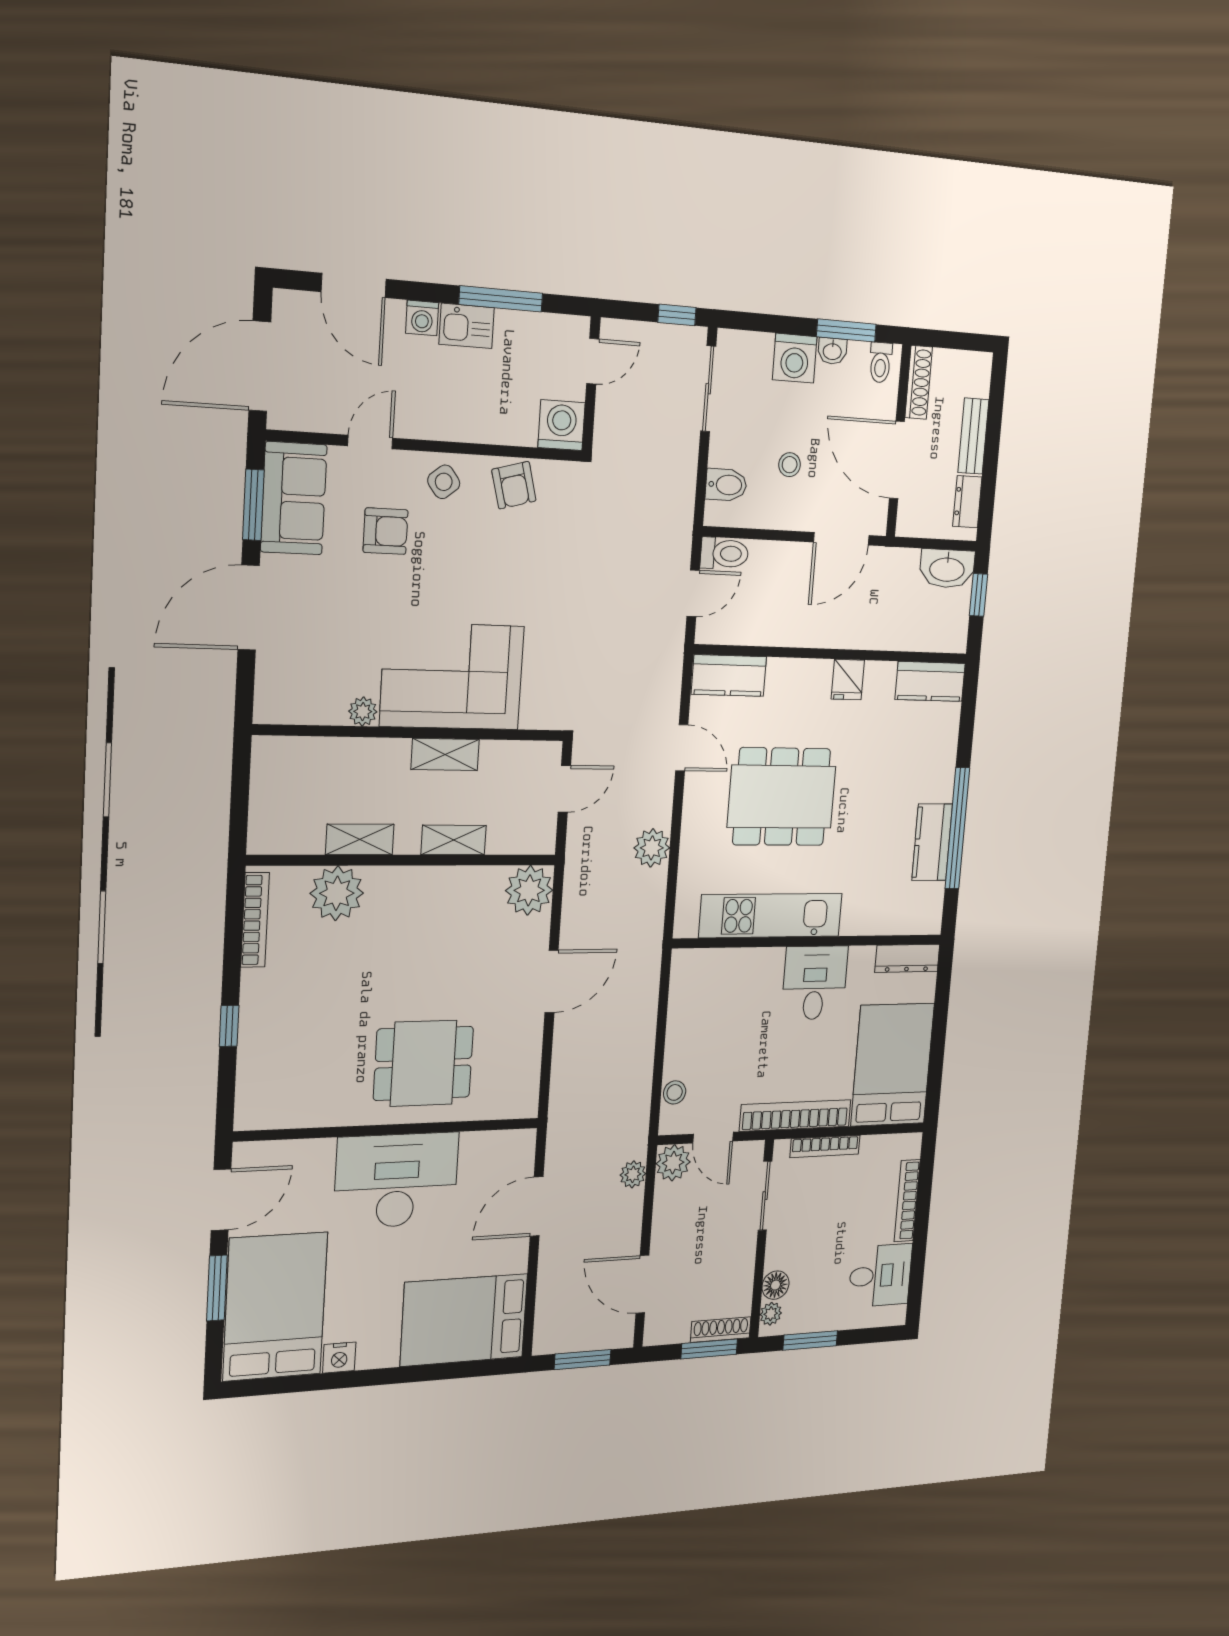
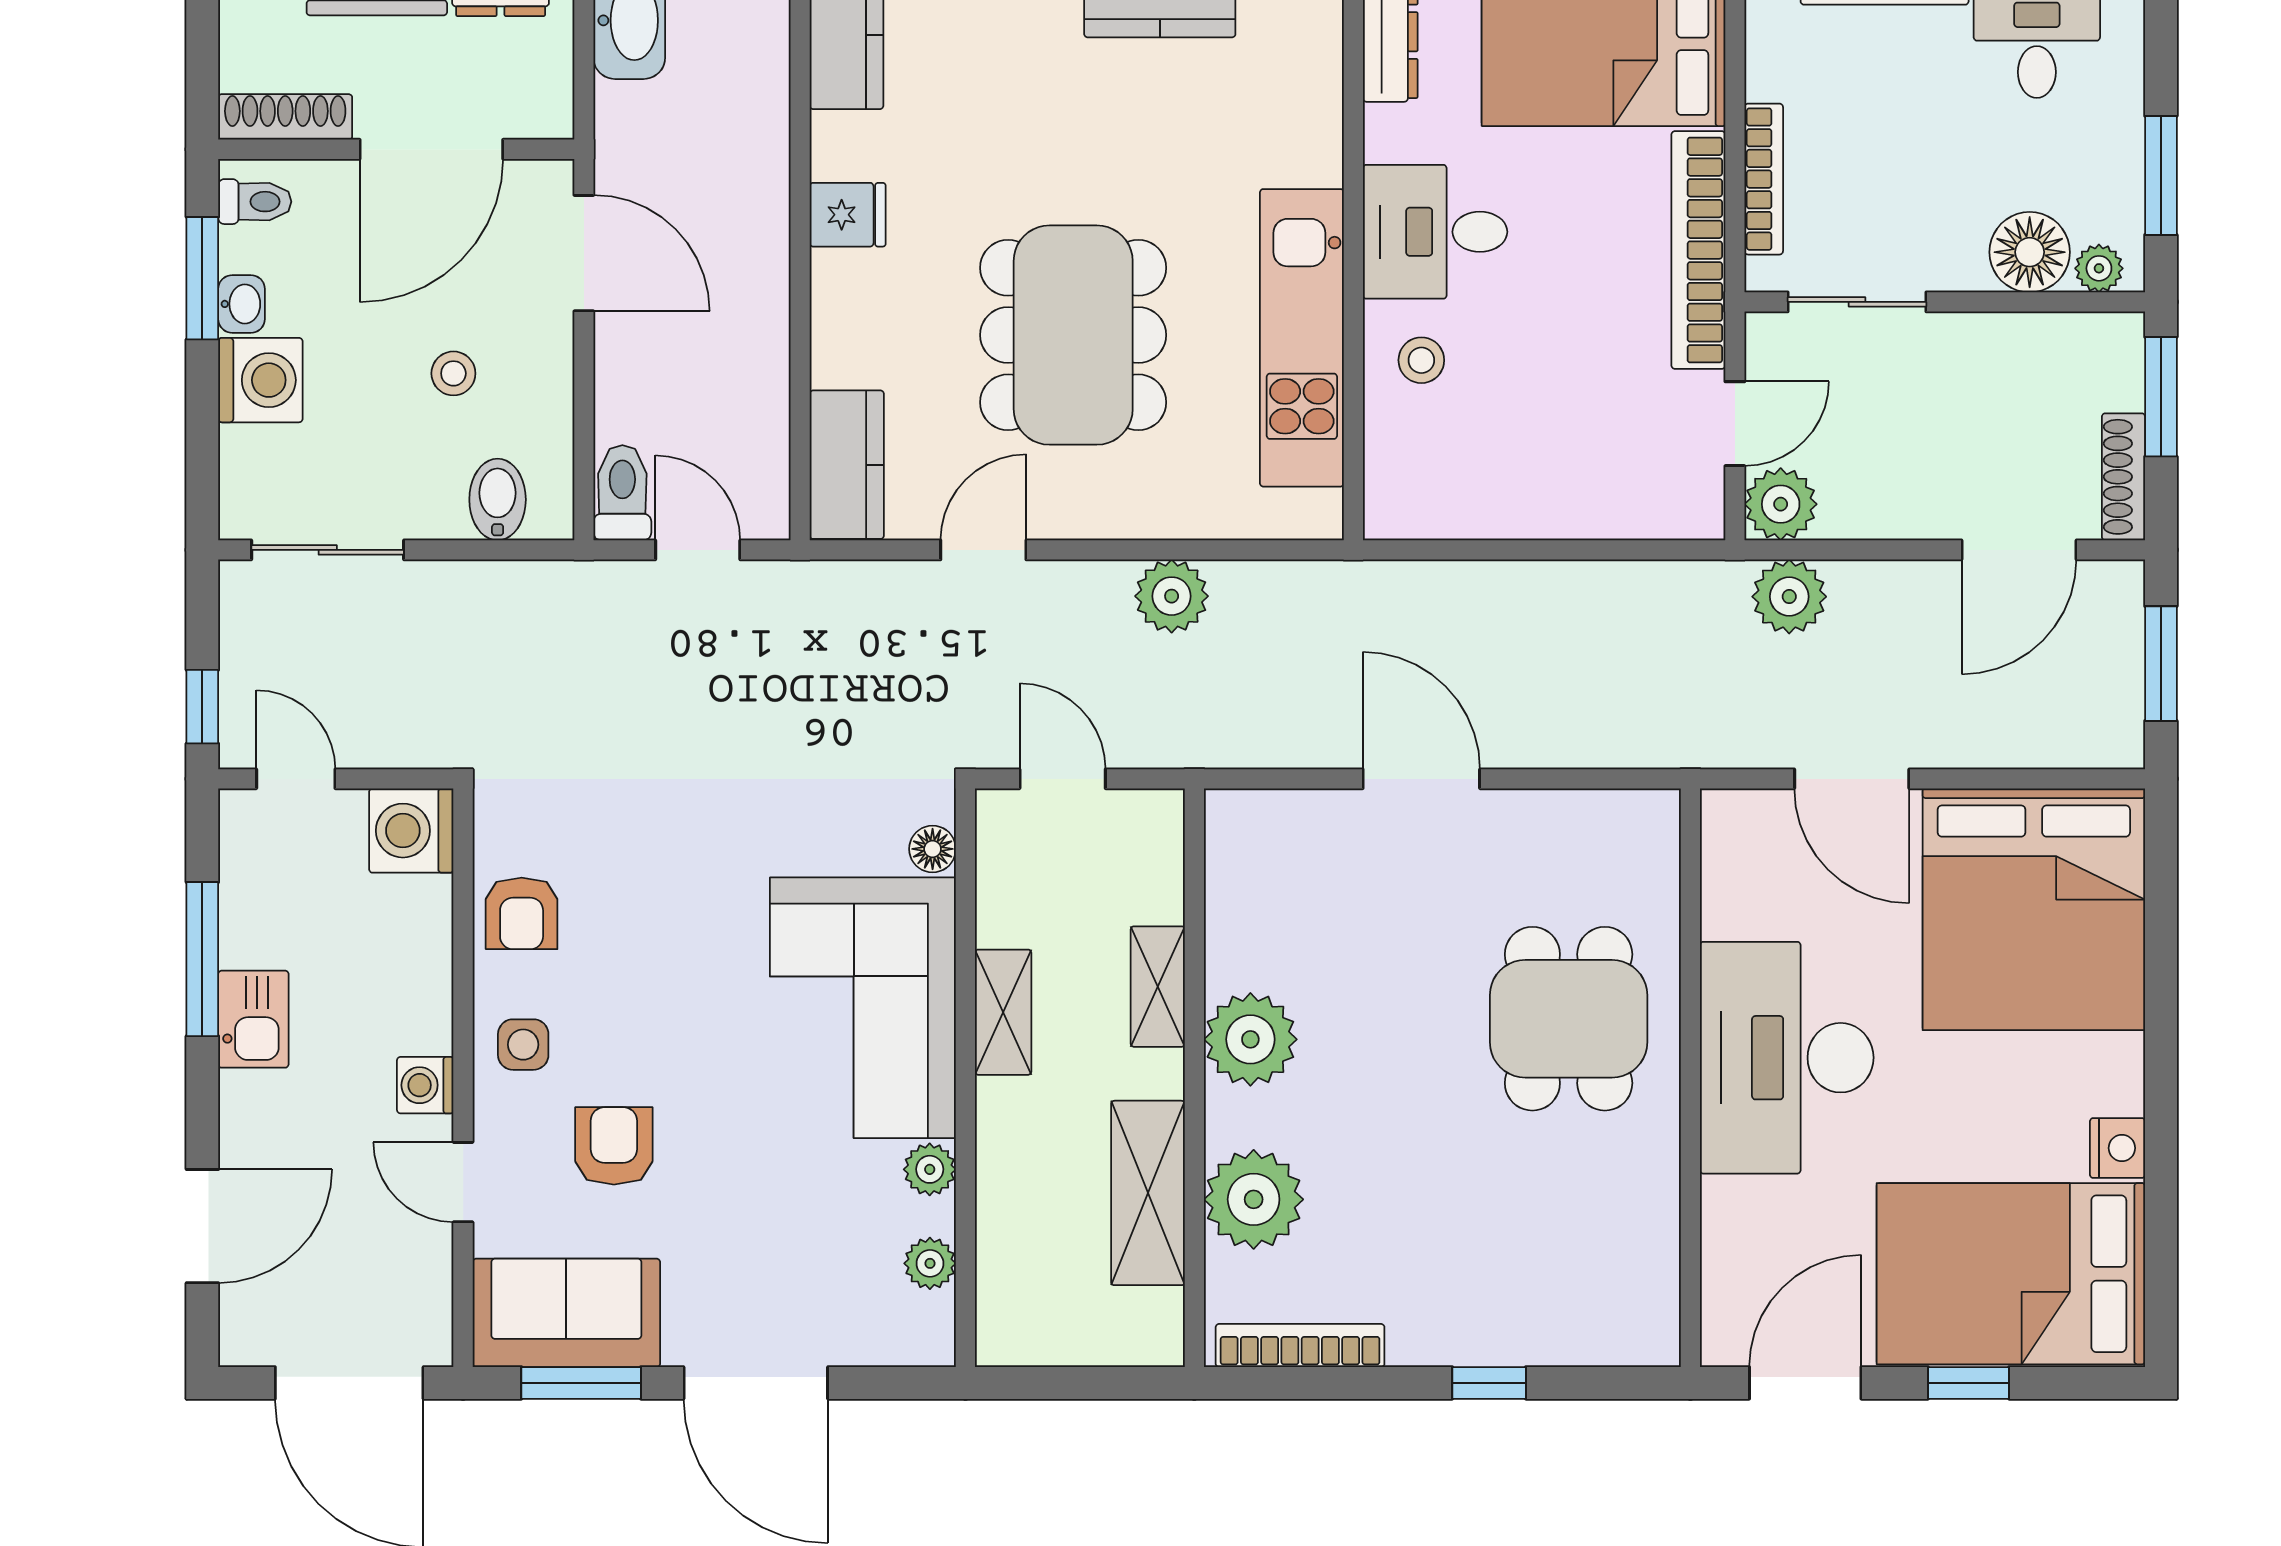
window: (677, 315) -> (202, 707), moved
washing machine: (422, 318) -> (425, 1085), moved, turned 180
side table: (444, 482) -> (523, 1045), turned 38
armchair: (514, 485) -> (522, 913), turned 105
plant: (311, 711) -> (930, 1263), added
floor lamp: (533, 717) -> (933, 849), added
shelving: (360, 840) -> (1148, 1193), width x1.50, depth x1.33
plant: (529, 890) -> (1250, 1039), moved
stool: (675, 1092) -> (1421, 360), moved
plant: (633, 1174) -> (1789, 597), width x1.38, depth x1.38
door: (221, 1200) -> (1805, 1383), hinge flipped
floor lamp: (775, 1285) -> (2030, 252), width x1.38, depth x1.38
window: (217, 1288) -> (1969, 1383), width x0.67
bed: (464, 1320) -> (2034, 909), width x1.36
shoe rack: (721, 1330) -> (2123, 477), moved

